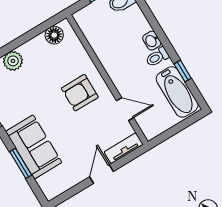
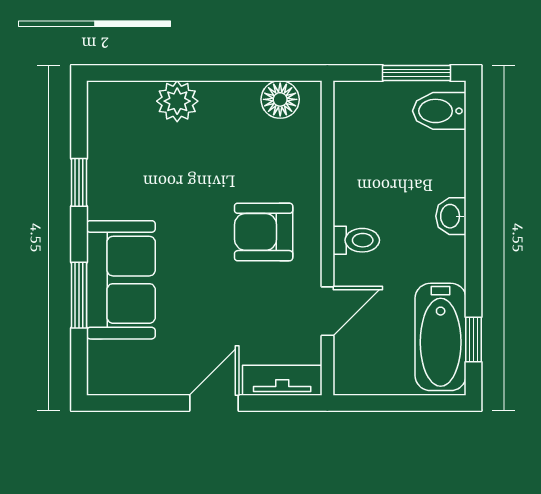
toilet: (157, 57) -> (356, 240), moved, turned 180
window: (183, 71) -> (474, 340), moved
door: (125, 109) -> (327, 311), hinge flipped

